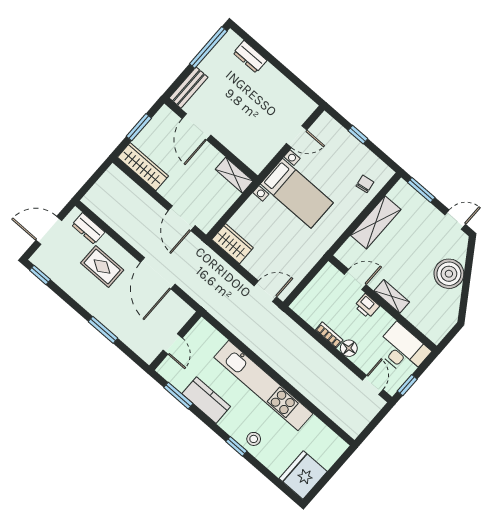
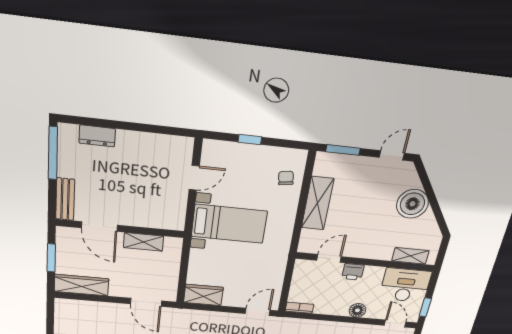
shelving: (234, 175) -> (144, 242), moved
shelving: (392, 296) -> (410, 256), moved
bookcase: (329, 335) -> (299, 308), moved

